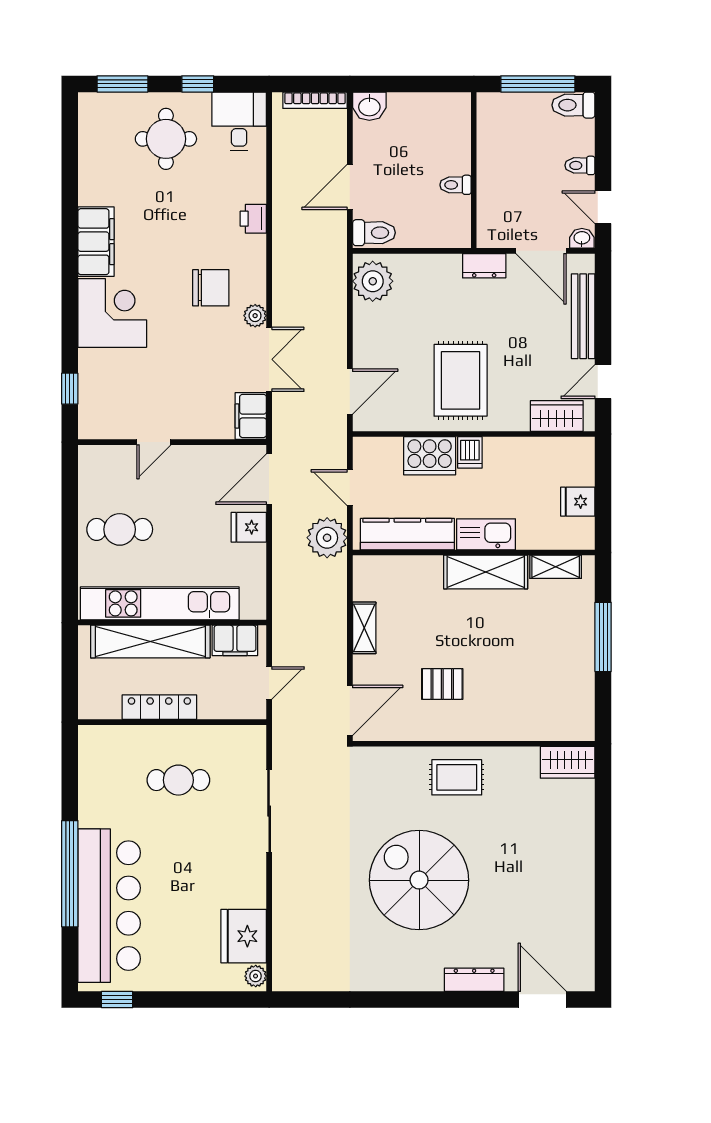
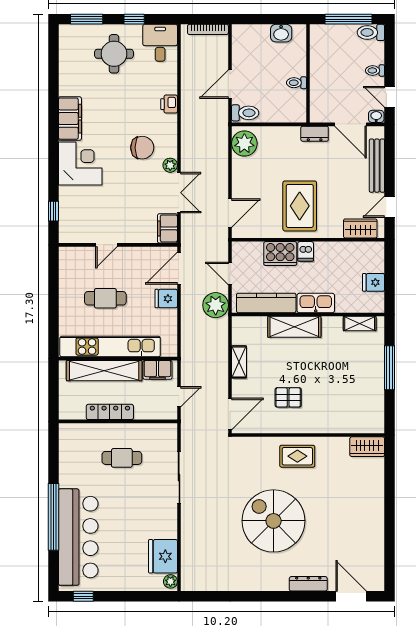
washbasin: (369, 106) -> (281, 33), moved
cafe table: (120, 529) -> (105, 298), moved
shelving: (486, 572) -> (294, 327), moved

